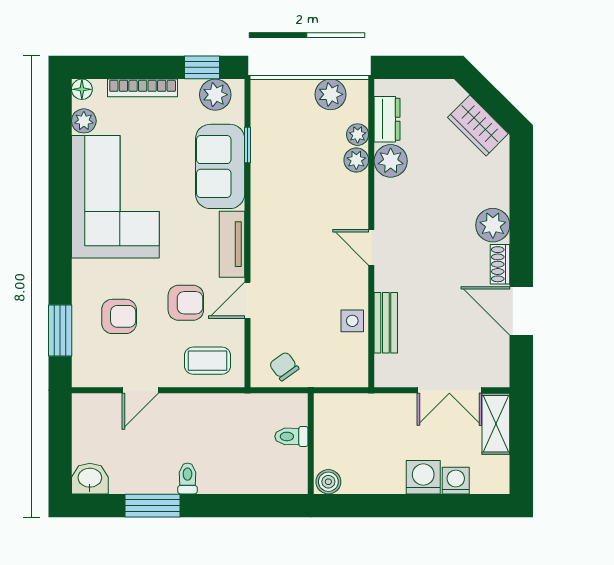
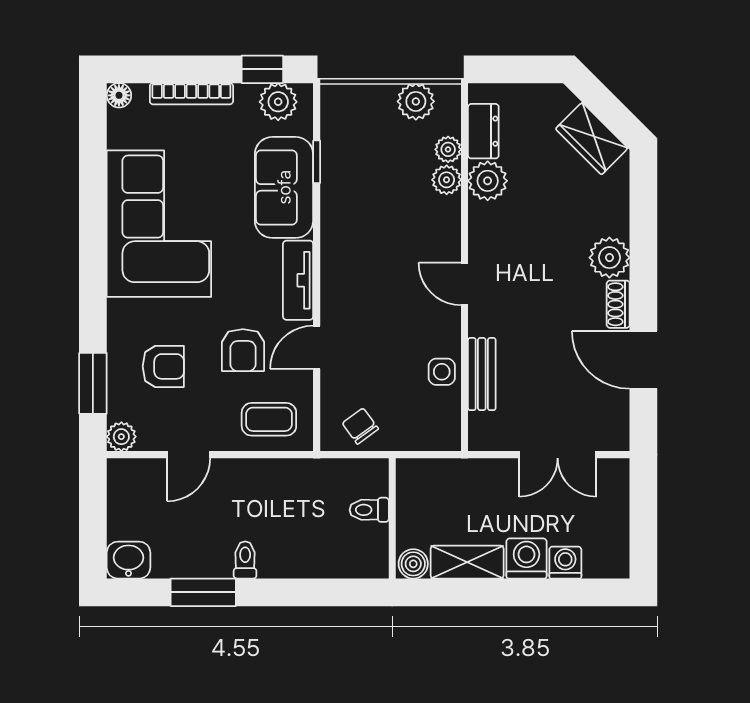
plant: (84, 121) -> (121, 437), moved
armchair: (186, 303) -> (243, 350), turned 90
shelving: (496, 424) -> (467, 562), moved, turned 90

